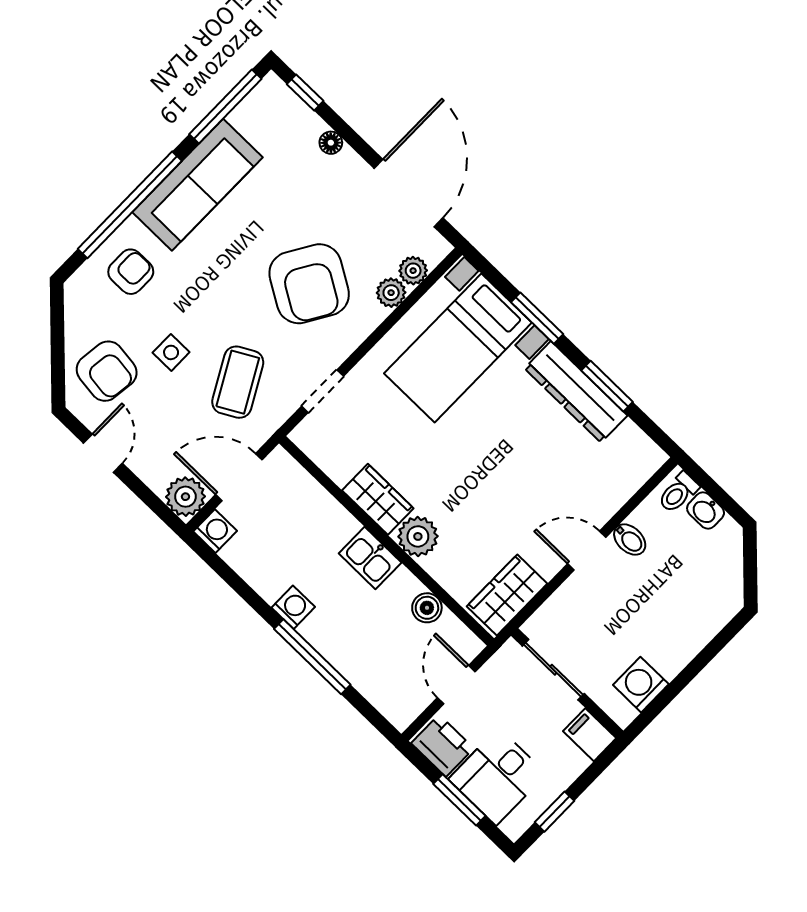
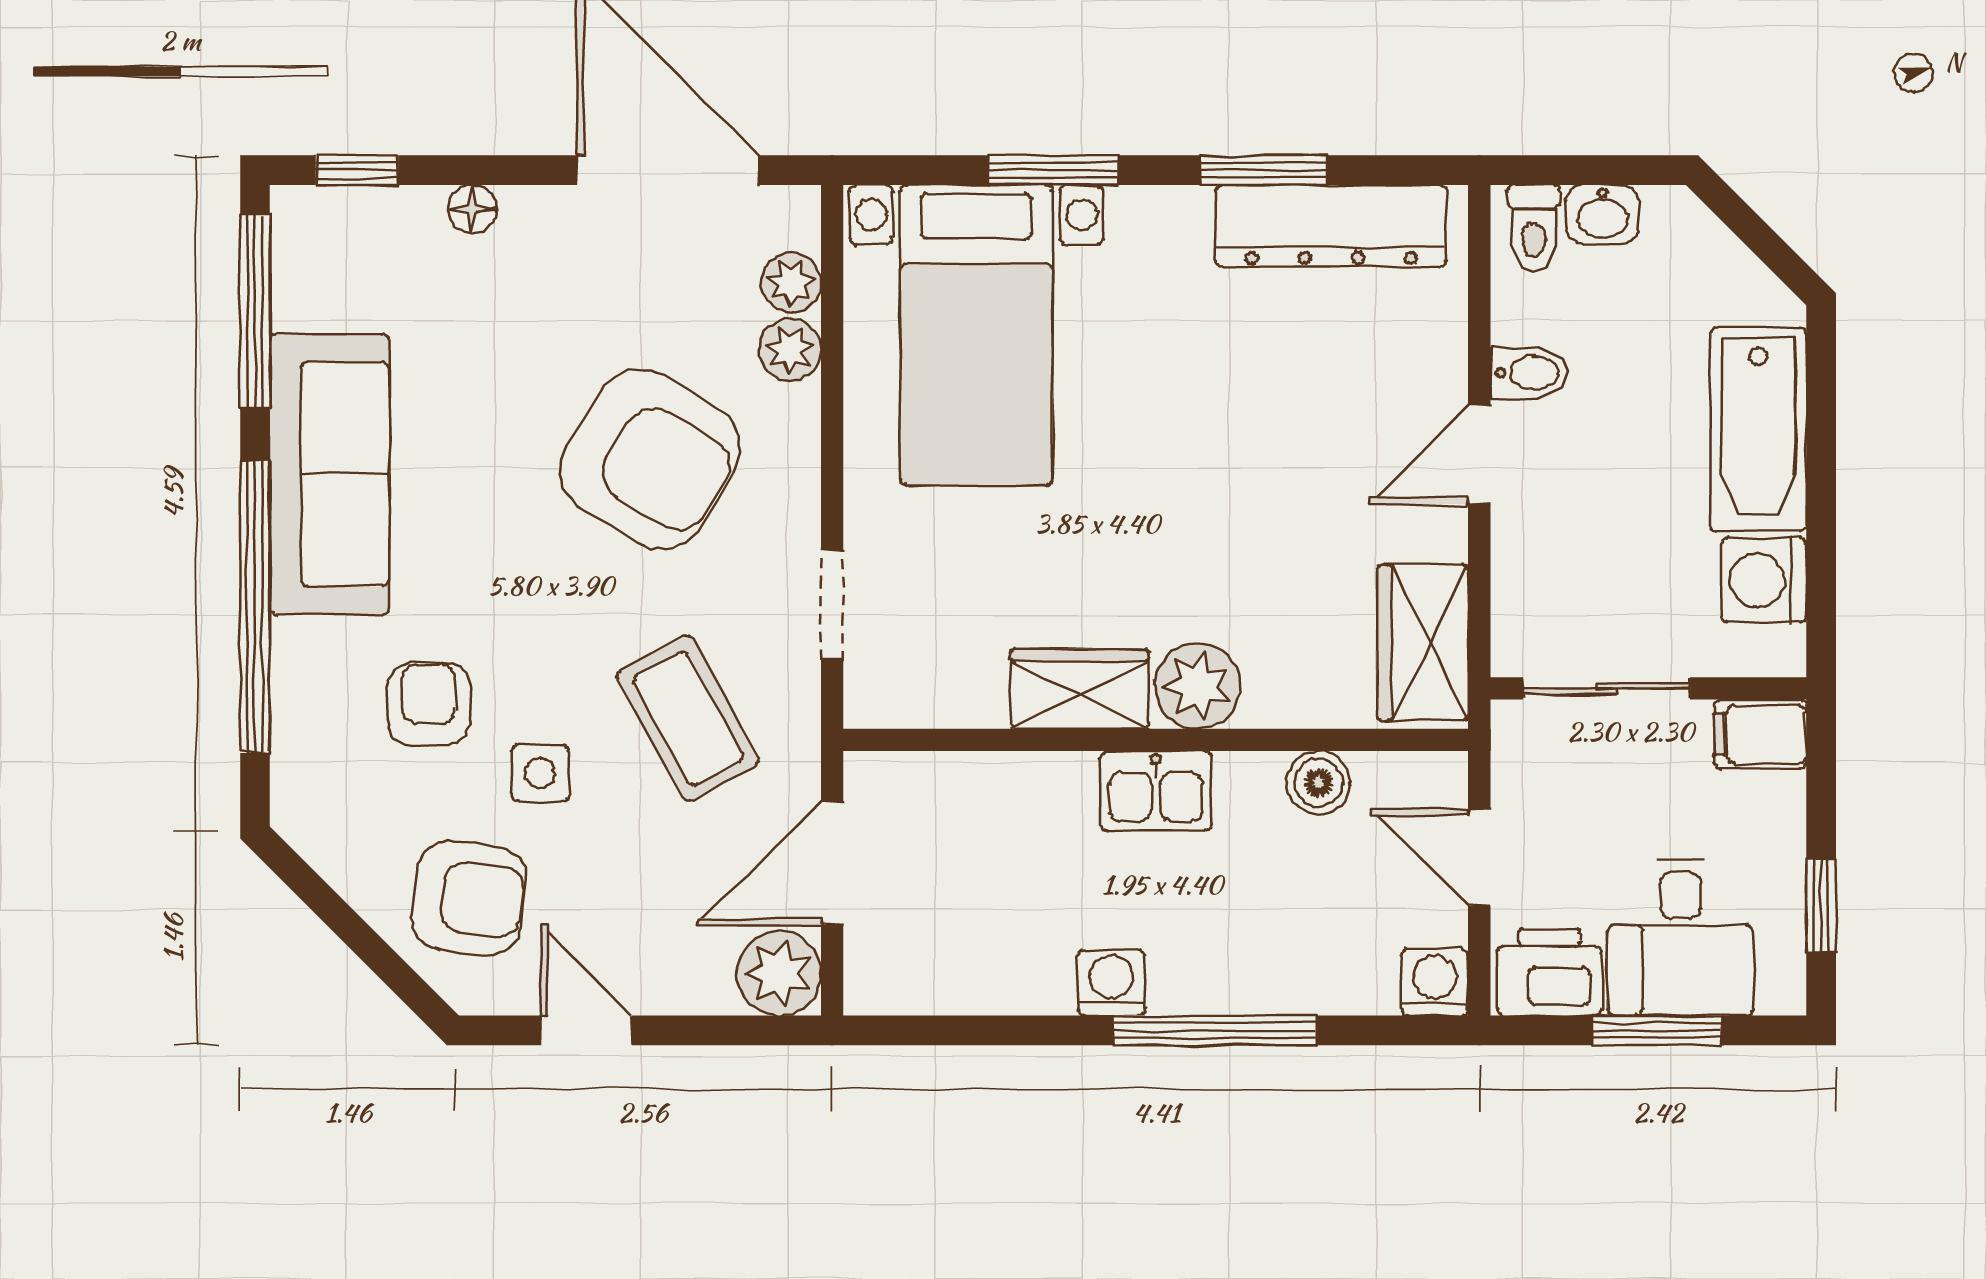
armchair: (131, 272) -> (428, 704), moved
dresser: (576, 392) -> (1331, 226), moved
washing machine: (215, 531) -> (1435, 982), moved
bathtub: (688, 633) -> (1758, 430), added

